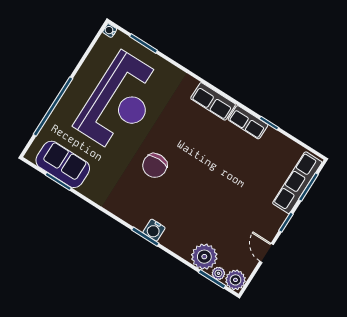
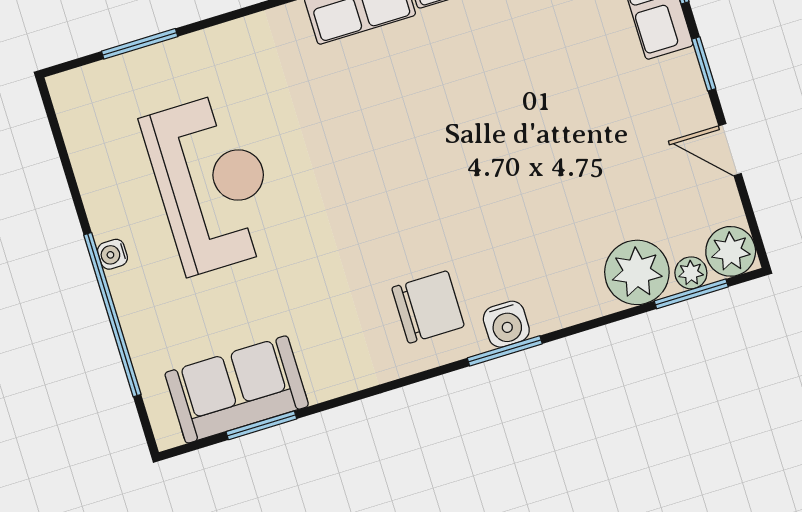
water cooler: (110, 31) -> (113, 254), moved
reception desk: (120, 102) -> (212, 183), width x0.74, depth x0.77
chair: (155, 165) -> (428, 307), moved, turned -90

